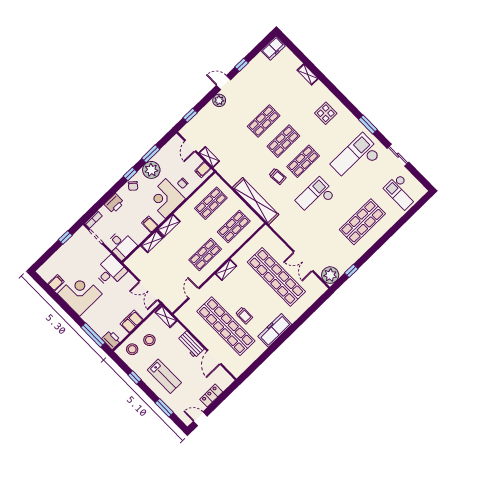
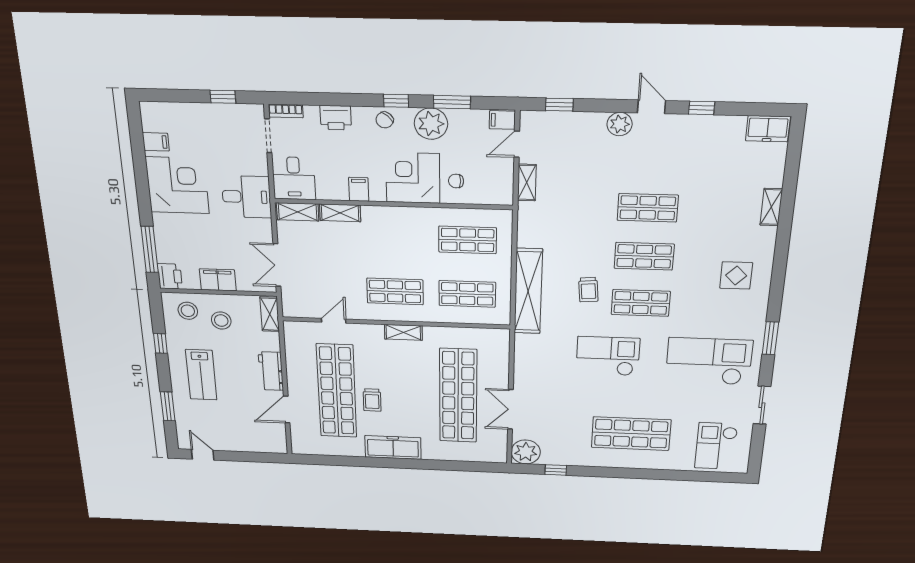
filing cabinet: (203, 170) -> (502, 120), moved
shelving: (169, 226) -> (298, 212), moved
locker: (211, 396) -> (241, 444), removed

